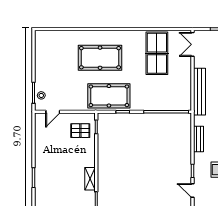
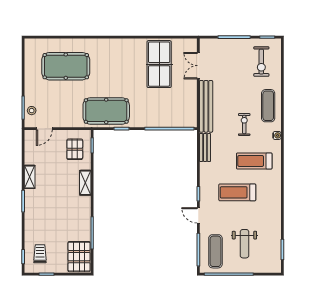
double door: (192, 44) -> (198, 66), moved
pool table: (100, 58) -> (66, 66), moved
pallet: (80, 131) -> (75, 149), turned 90
bench: (199, 139) -> (205, 148), moved
shelving: (39, 156) -> (30, 177), added
shelving: (90, 179) -> (85, 183), moved

